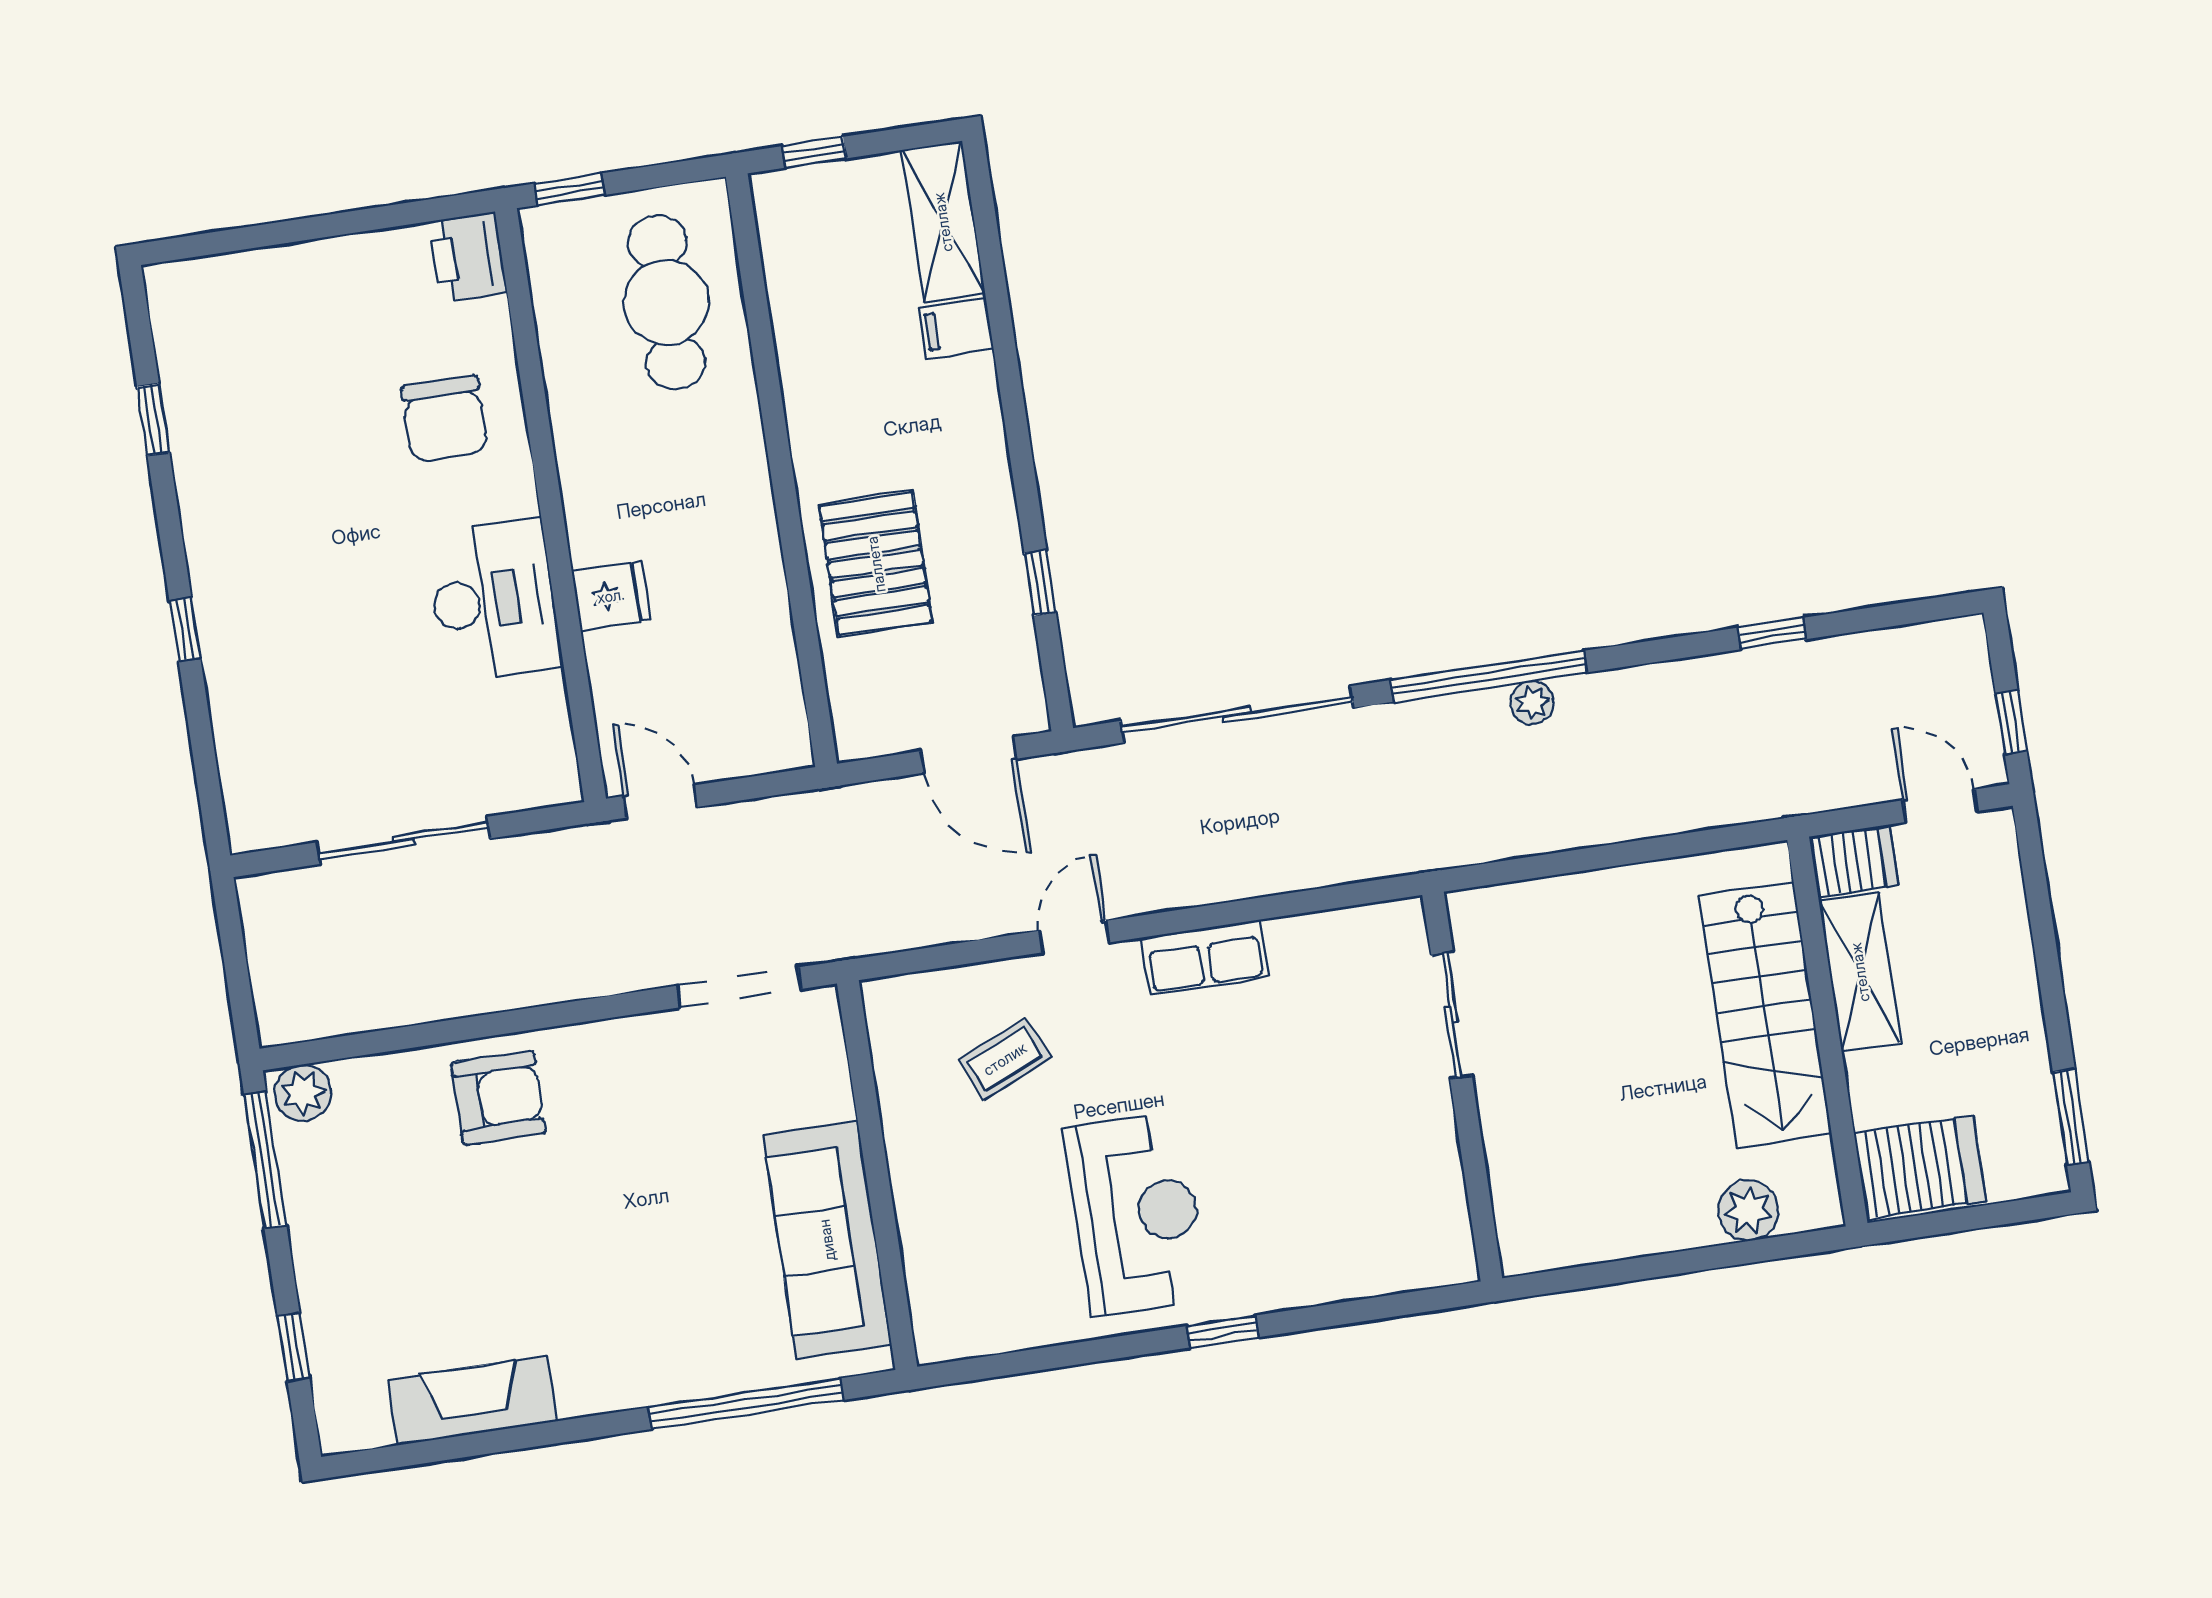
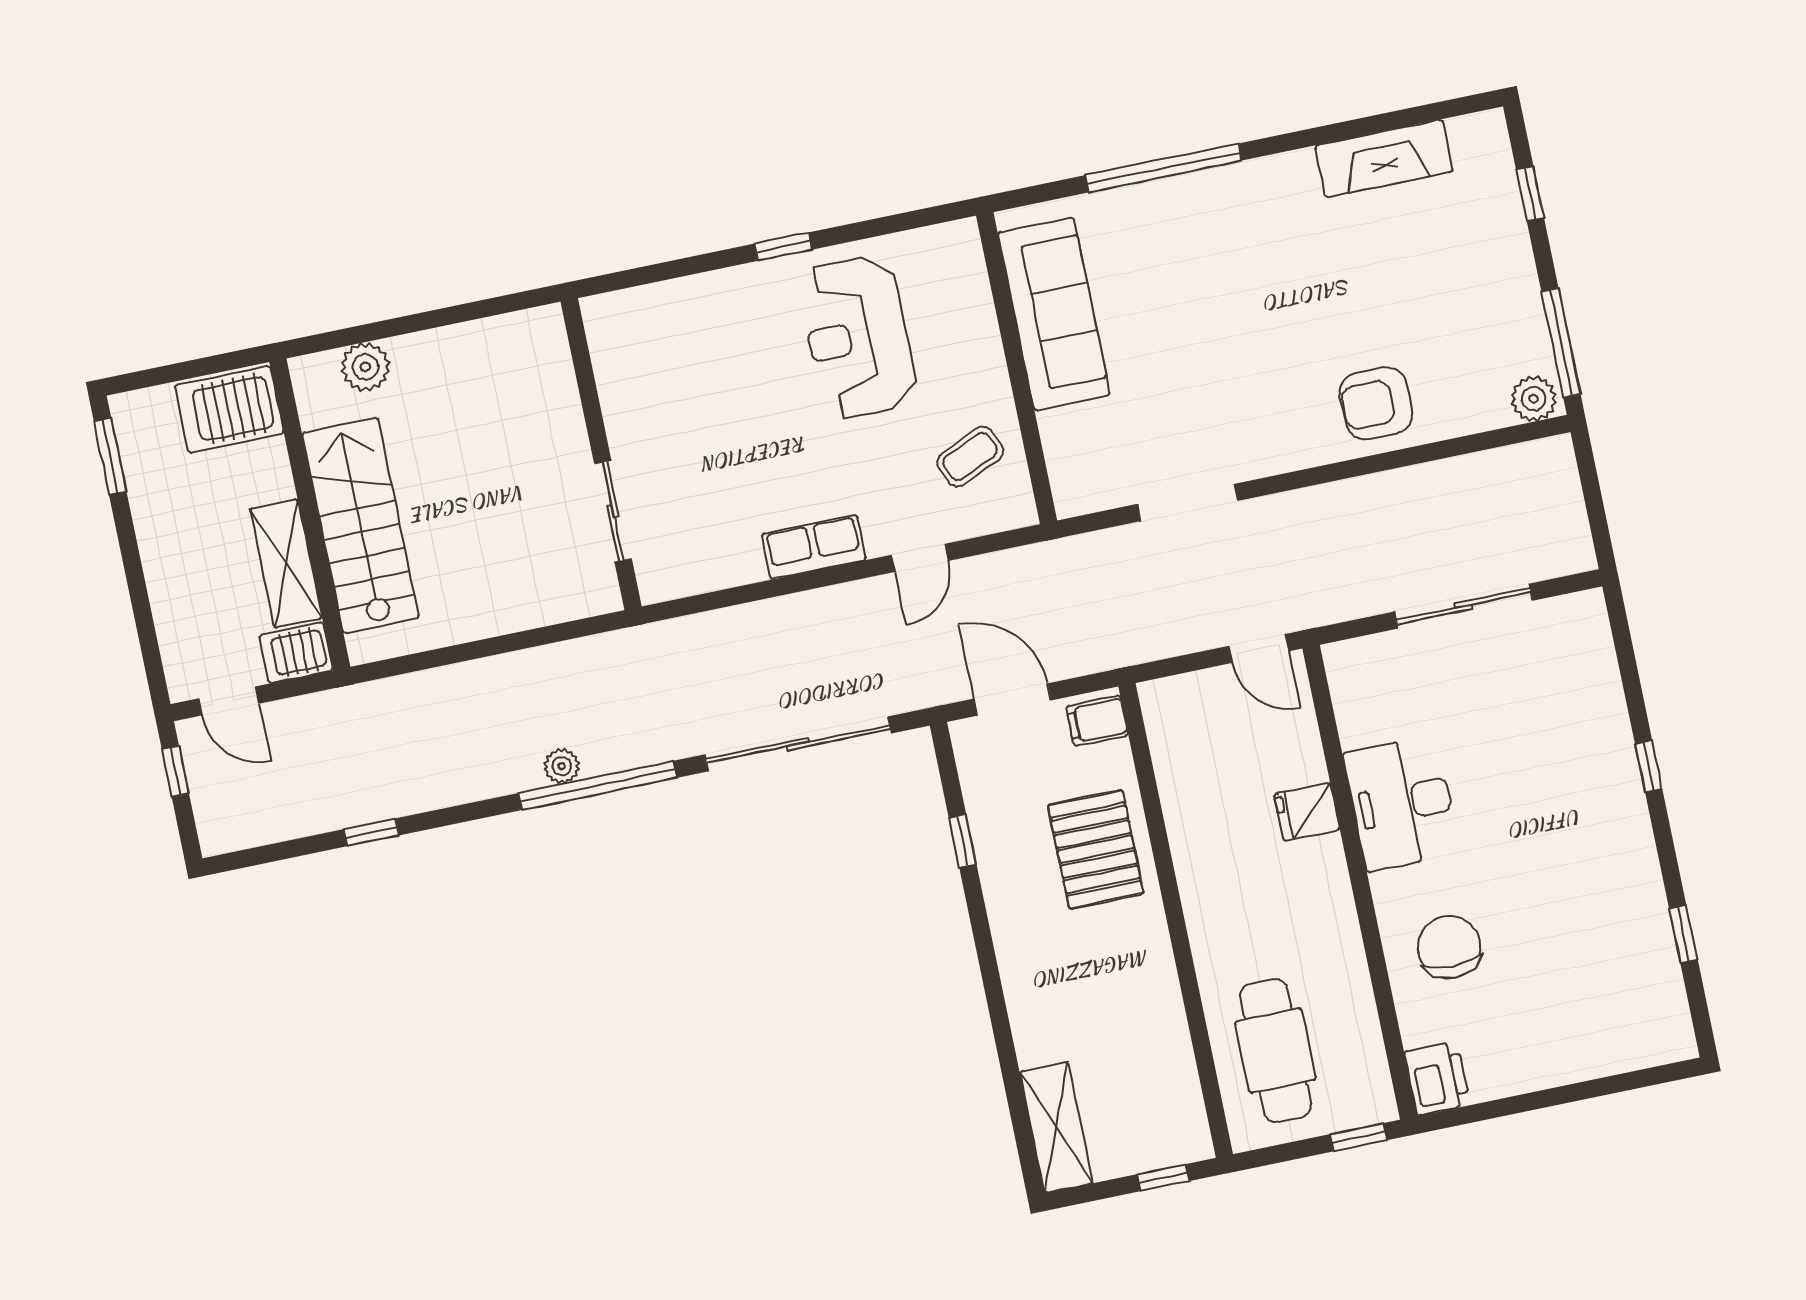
filing cabinet: (956, 328) -> (1097, 721), moved, turned 180
wall: (877, 1175) -> (1017, 368), moved
sofa: (827, 1240) -> (1054, 314), moved

